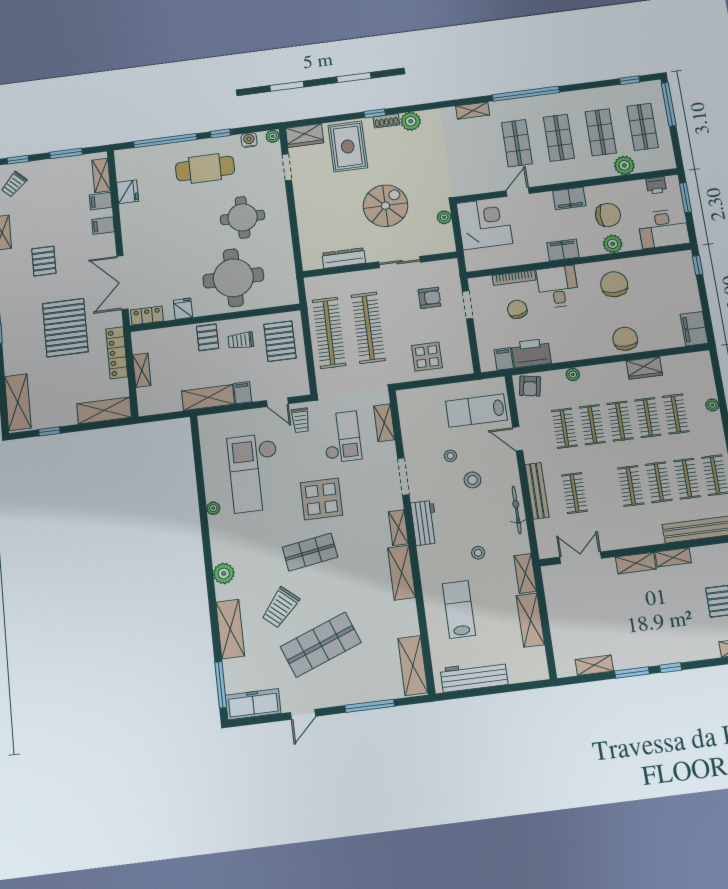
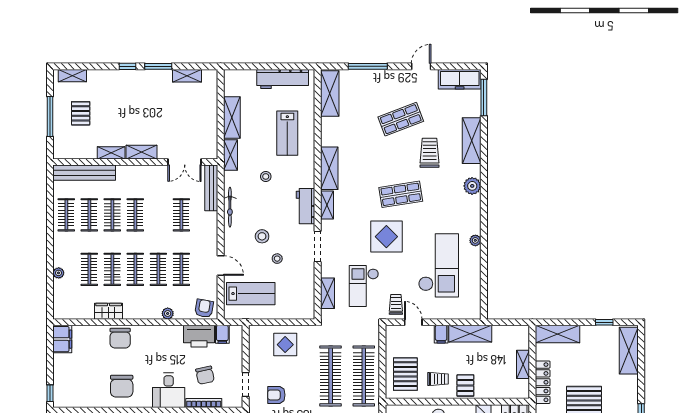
bench: (537, 491) -> (211, 188), moved
trolley: (280, 607) -> (430, 153), turned -41
shop shelf: (321, 645) -> (401, 119), width x0.70, depth x0.74

